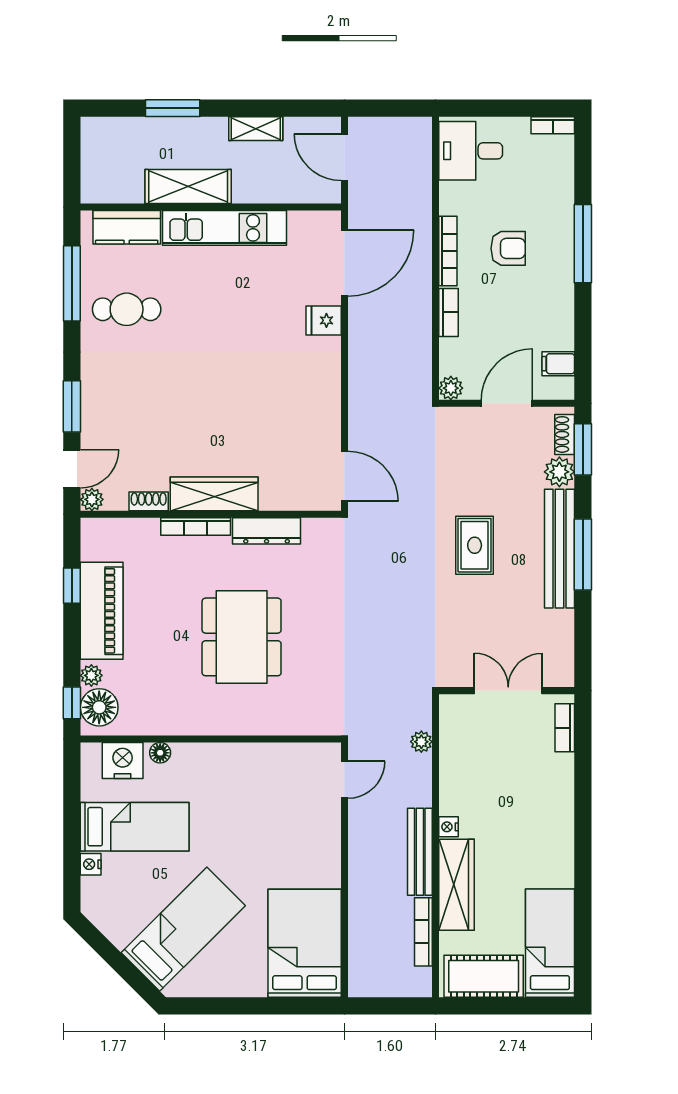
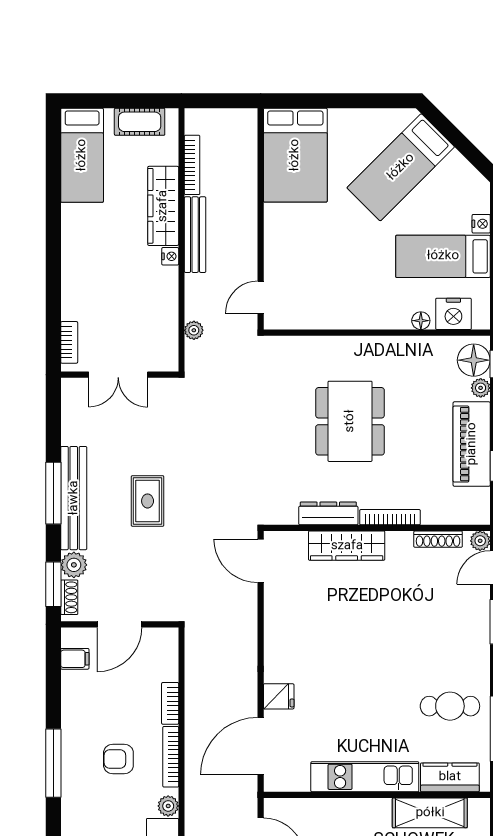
shelving: (188, 186) -> (430, 813), moved
plant: (451, 388) -> (168, 806), moved
wardrobe: (214, 494) -> (347, 546), moved
shoe rack: (149, 501) -> (438, 539), width x1.43
cot: (484, 976) -> (140, 122), width x0.73, depth x0.75

